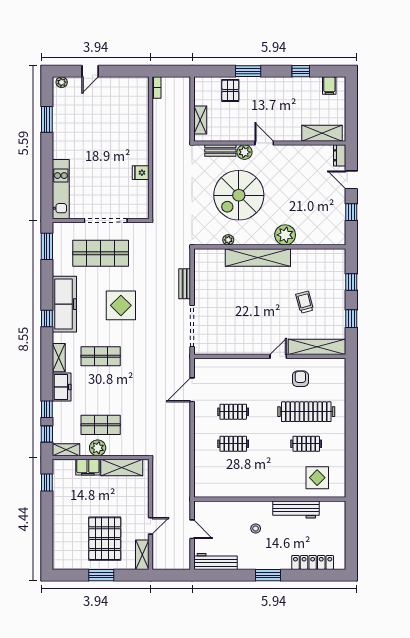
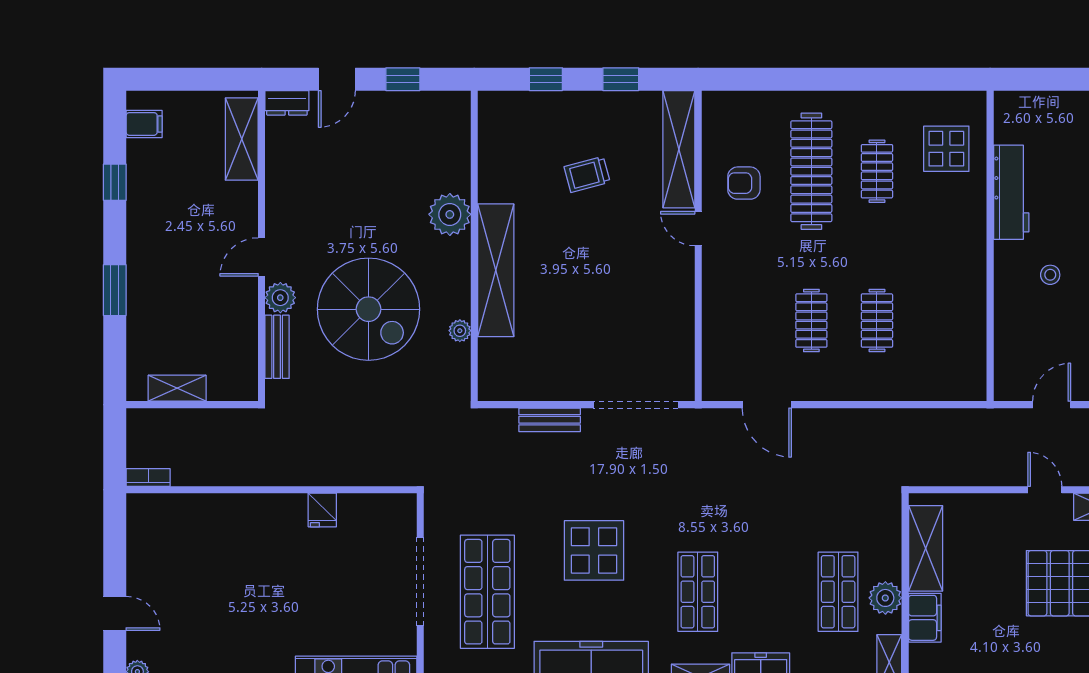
pallet: (230, 90) -> (154, 326), removed
shelving: (200, 120) -> (177, 388), moved

